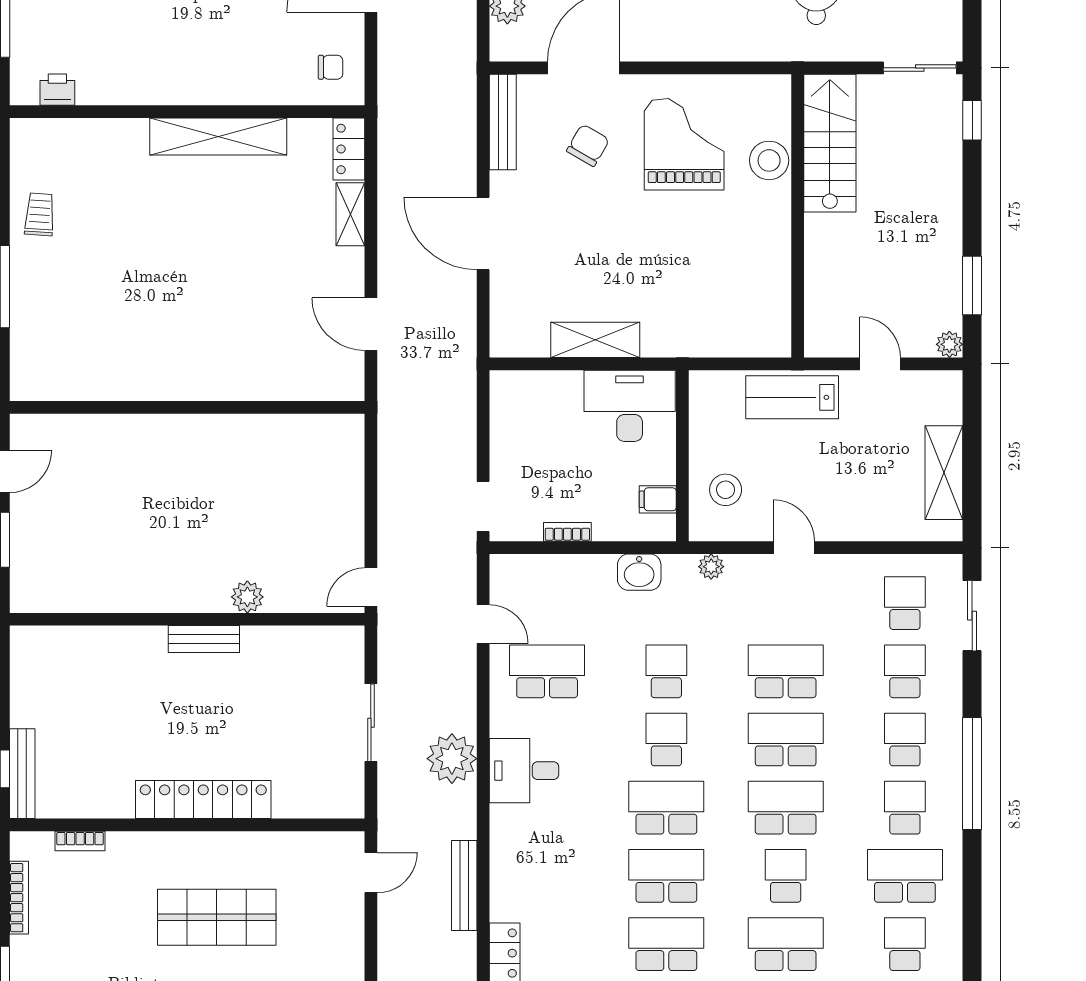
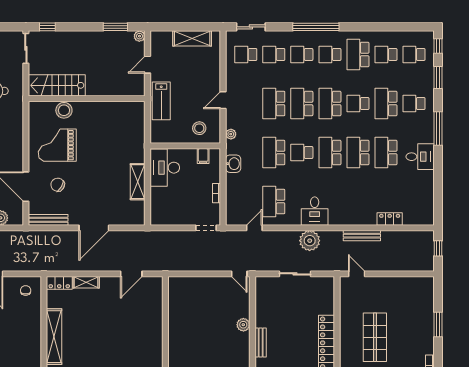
school desk: (666, 671) -> (274, 153), width x1.85

